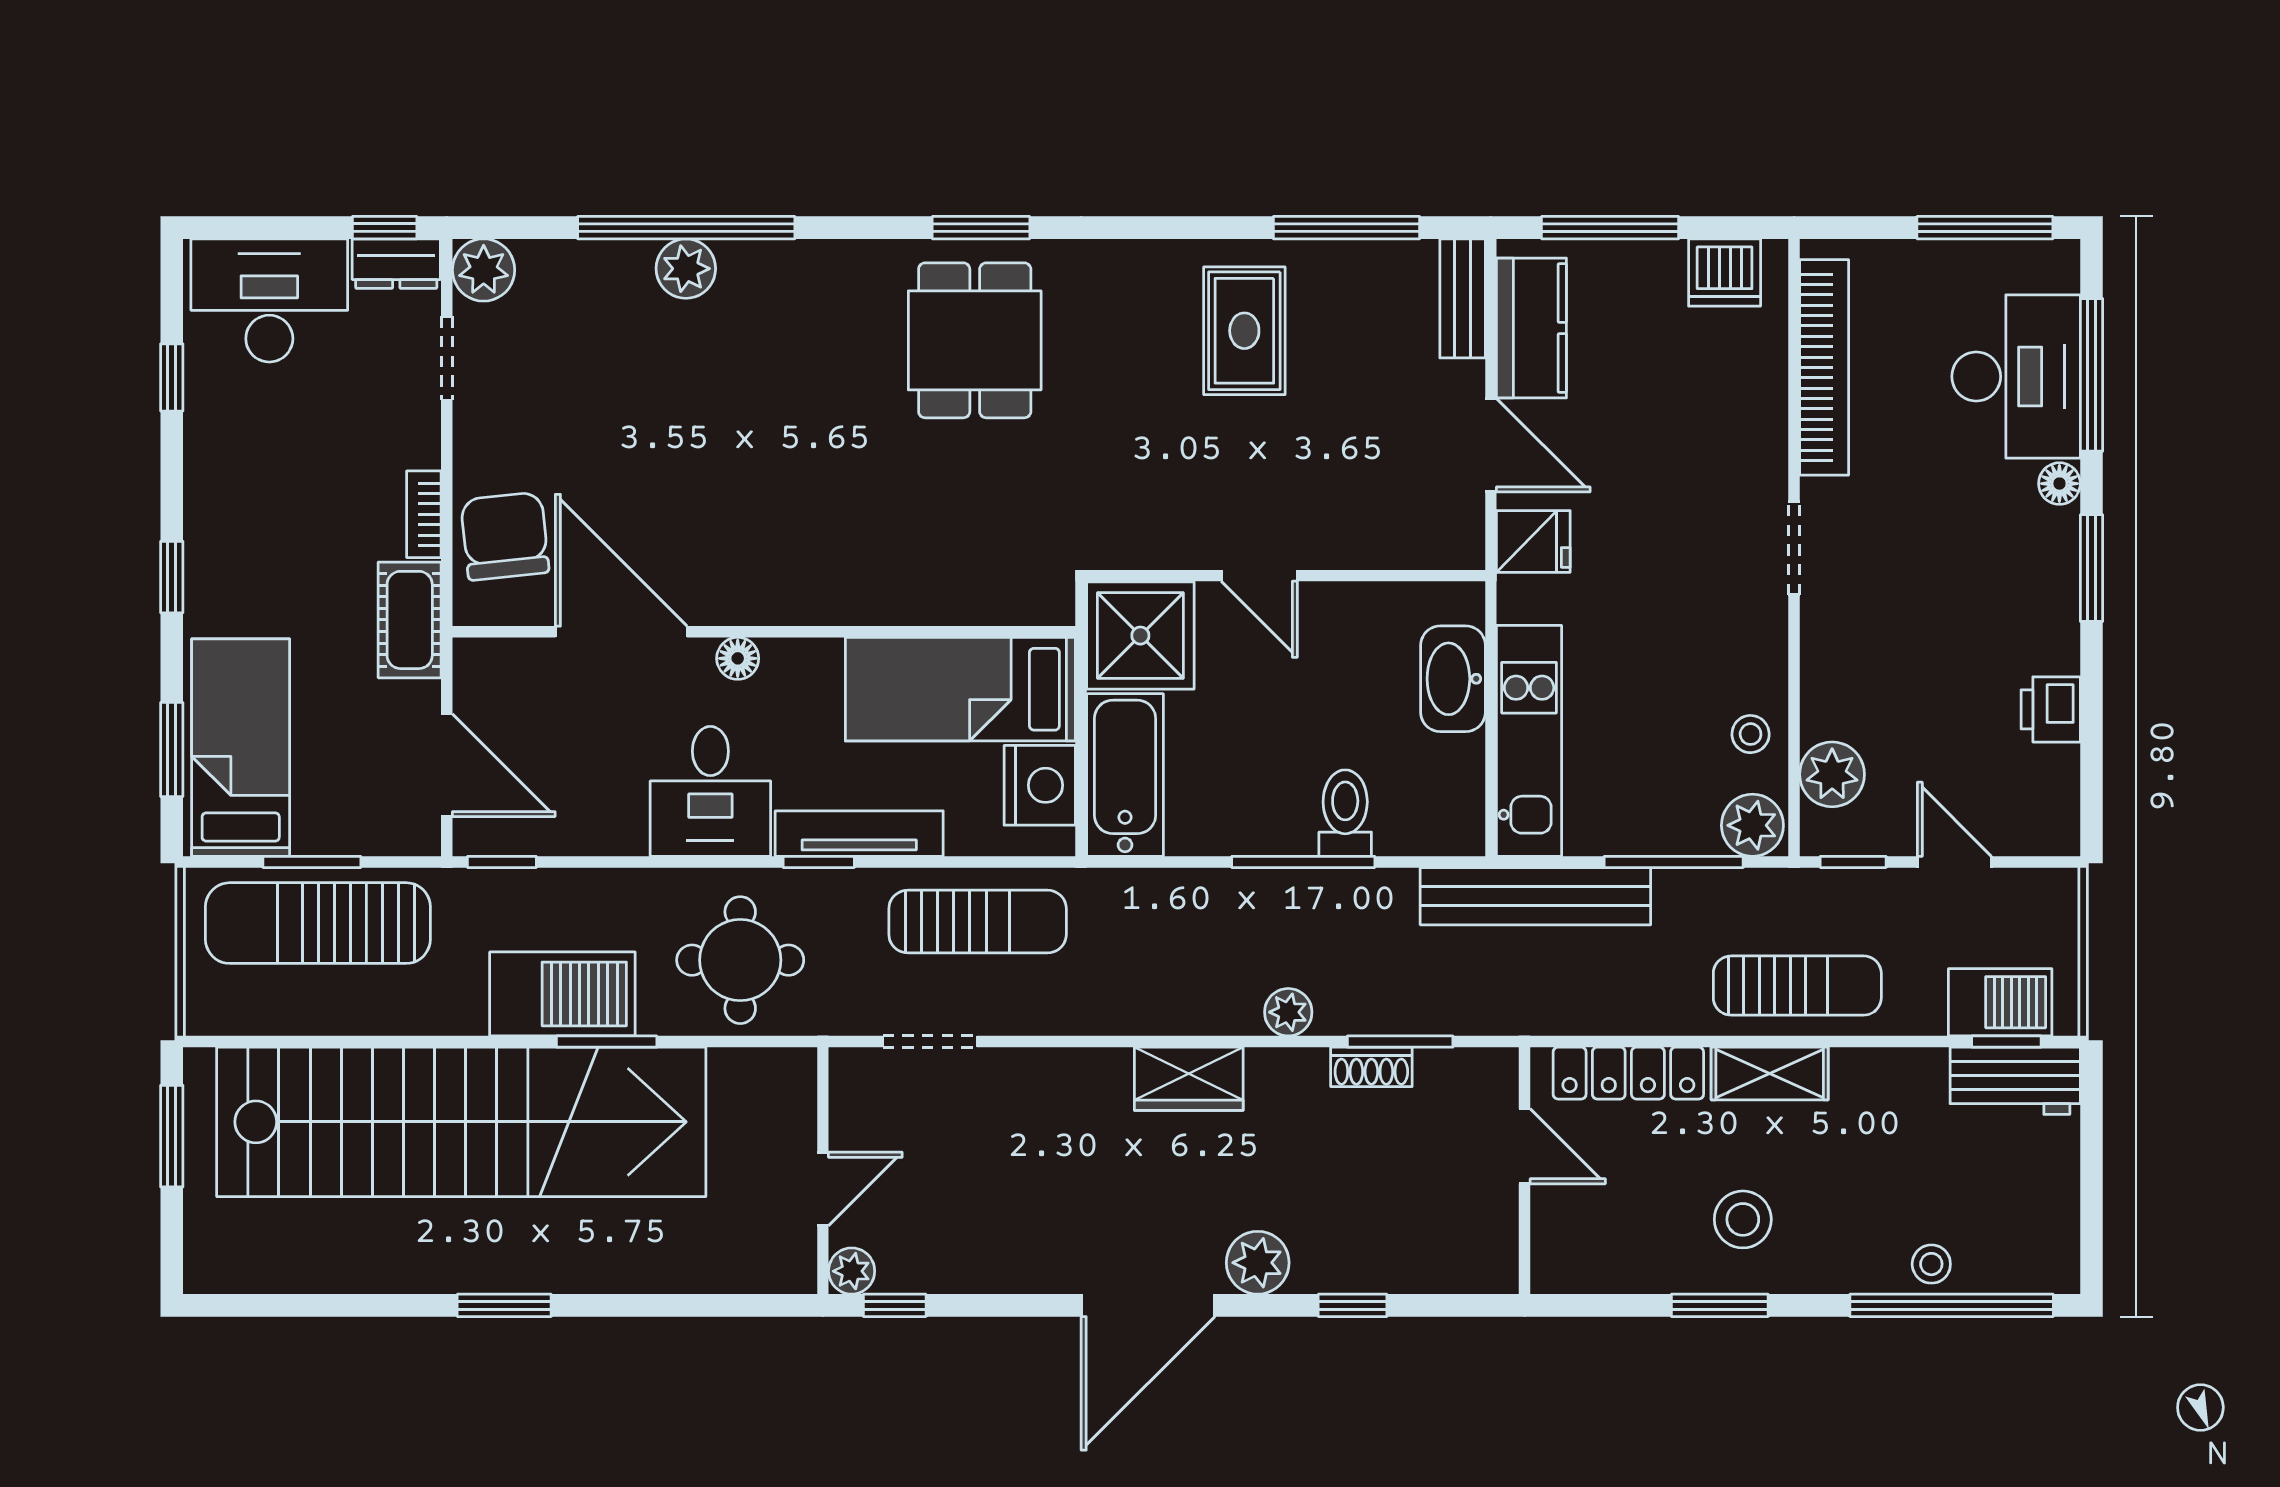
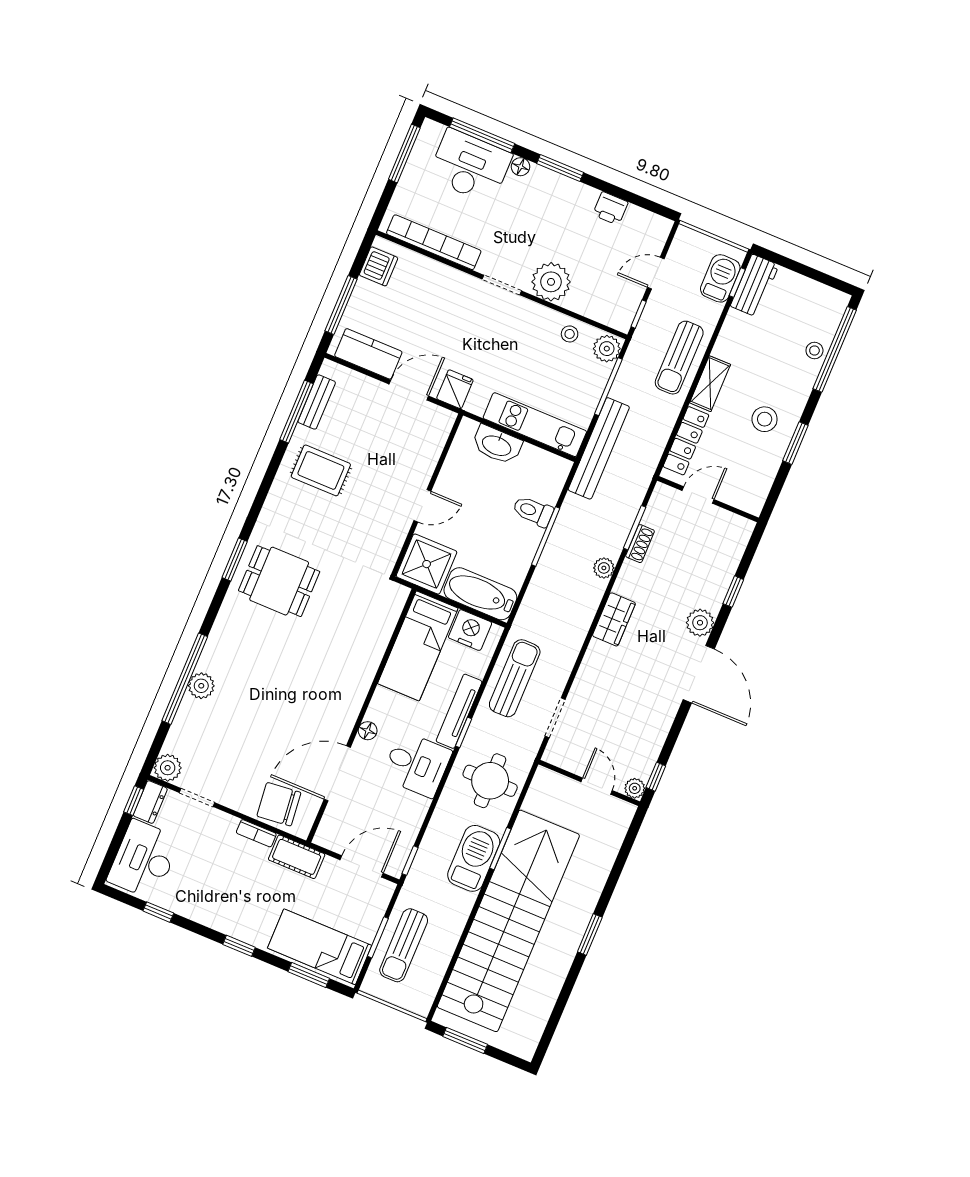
bench: (1463, 298) -> (317, 402), moved, turned 90
plant: (1832, 774) -> (551, 282), moved, width x1.36, depth x1.36
sun lounger: (318, 923) -> (404, 945), width x0.73, depth x0.75
sun lounger: (1797, 986) -> (679, 358), turned 180

